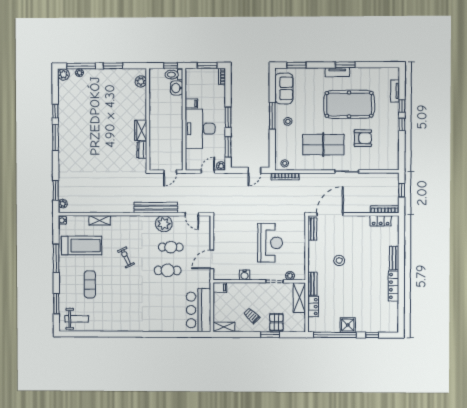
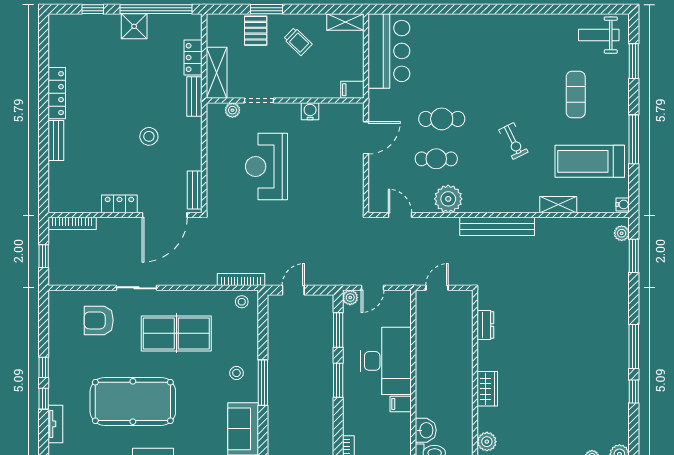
wardrobe: (141, 130) -> (487, 389), moved
armchair: (363, 138) -> (99, 320), moved
bench: (156, 208) -> (497, 226), moved
locker: (381, 221) -> (119, 204), moved

